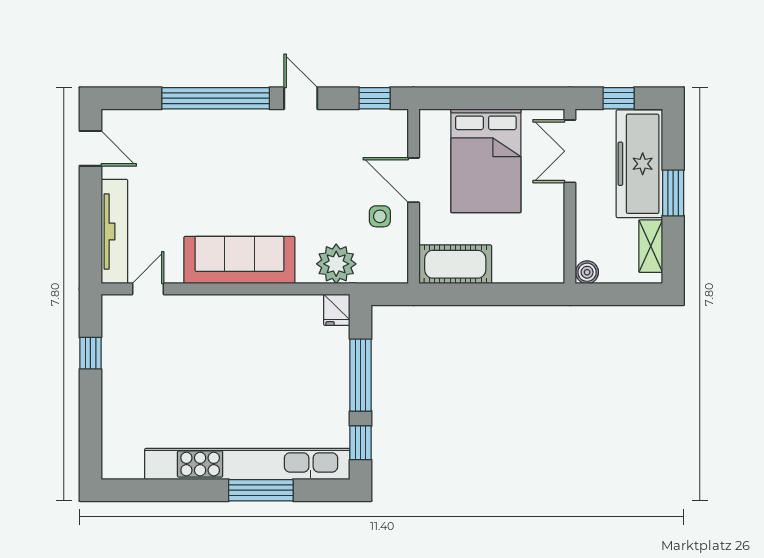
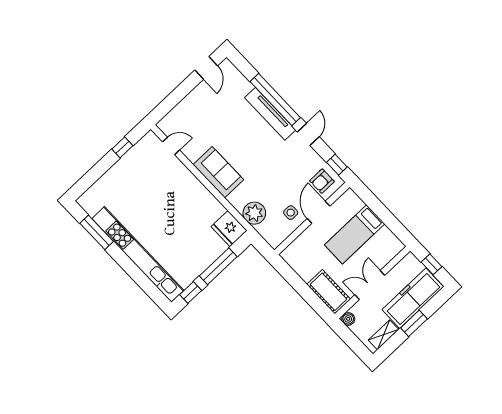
armchair: (378, 138) -> (322, 181), added
double door: (570, 151) -> (370, 285), moved
bed: (486, 161) -> (355, 234), width x0.67
tv unit: (114, 232) -> (270, 114), moved, turned 90
sofa: (239, 260) -> (218, 172), width x0.73
cot: (455, 264) -> (329, 292), moved
fridge: (337, 310) -> (229, 229), width x1.88, depth x1.34
window: (261, 490) -> (97, 232), moved

